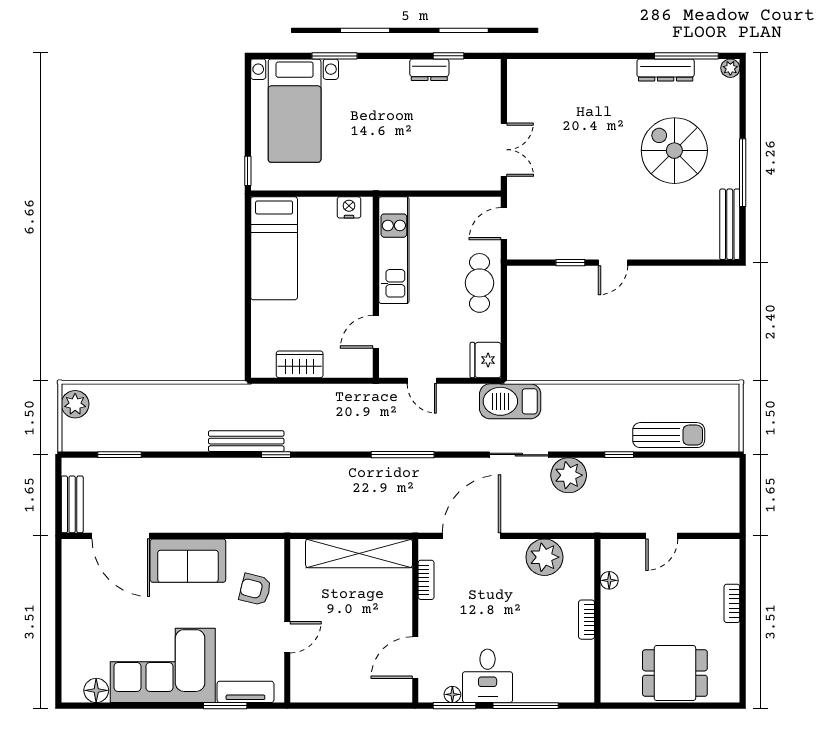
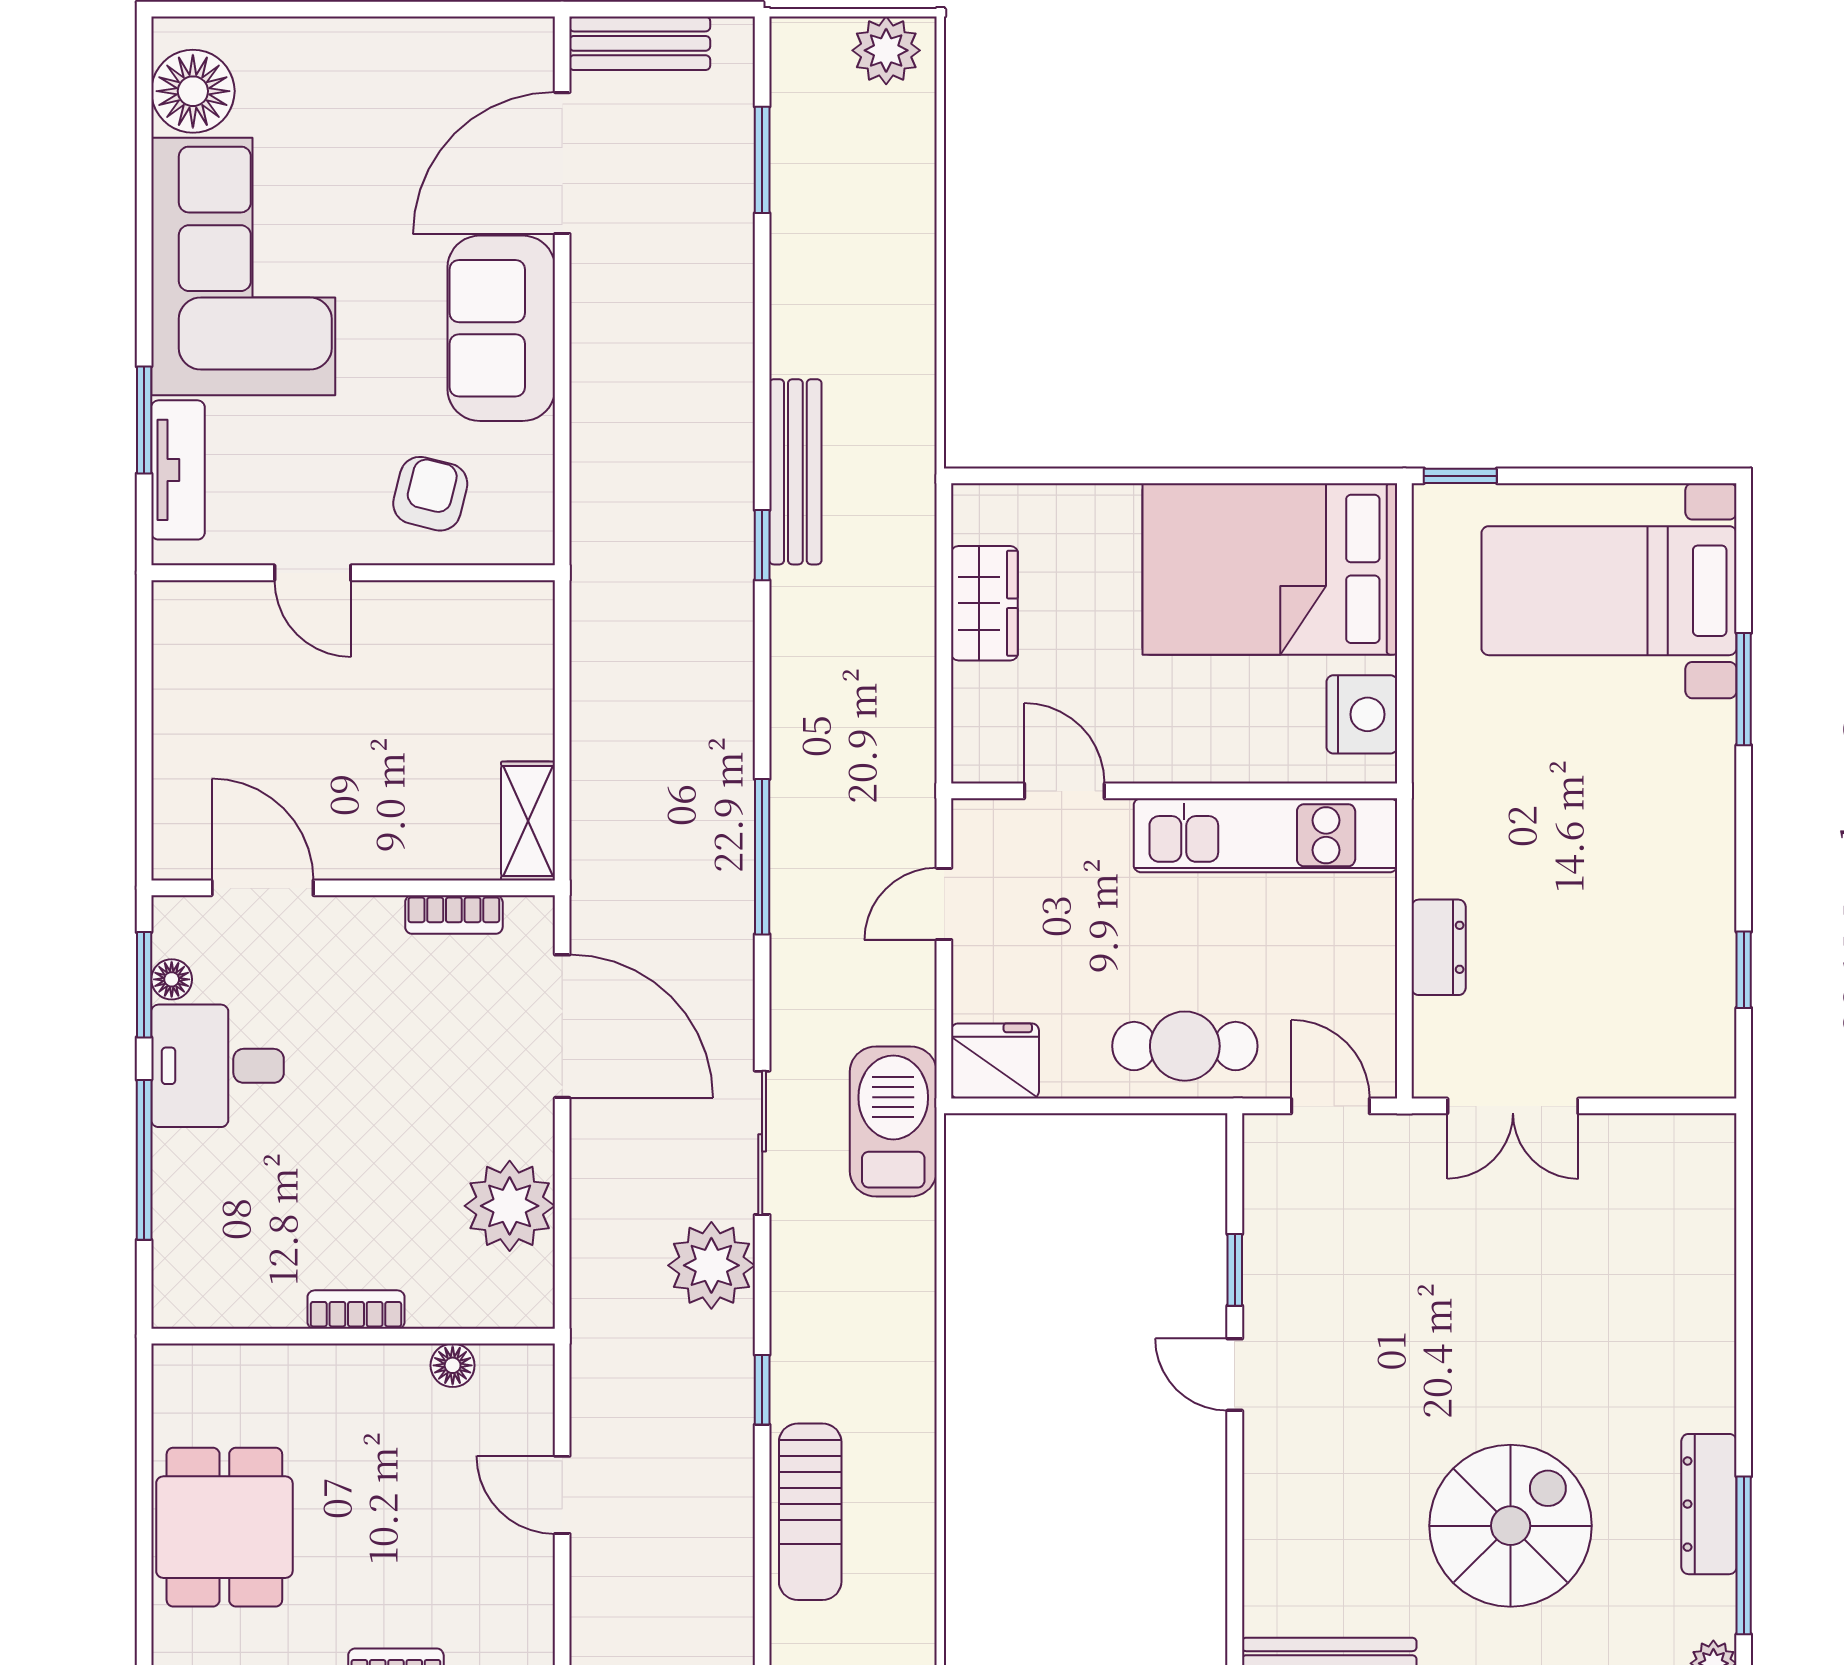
dresser: (429, 70) -> (1439, 947), moved, turned 180
nightstand: (349, 207) -> (1362, 714), width x1.36, depth x1.33
bed: (274, 248) -> (1270, 569), width x1.50
shelving: (359, 553) -> (528, 821), width x0.45, depth x0.75
floor lamp: (96, 690) -> (193, 91), width x1.38, depth x1.38

